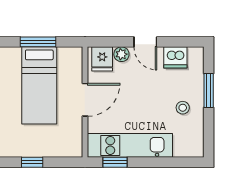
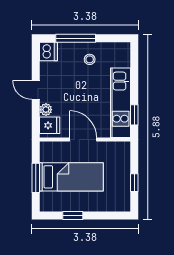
door: (145, 42) -> (36, 90), swing flipped
dishwasher: (175, 57) -> (48, 52), moved
window: (209, 91) -> (76, 38), width x1.44

